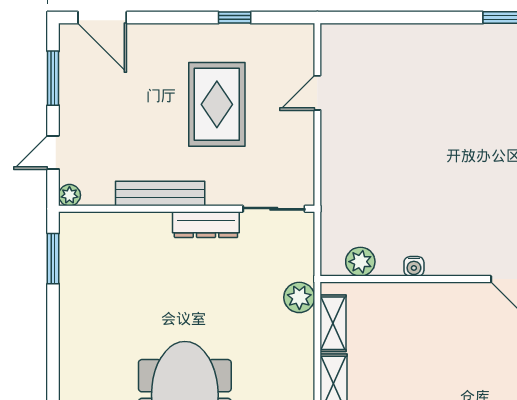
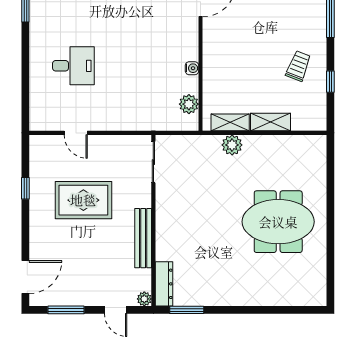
desk: (418, 89) -> (73, 66), added
dresser: (206, 225) -> (164, 284), moved
plant: (299, 297) -> (232, 145), moved

